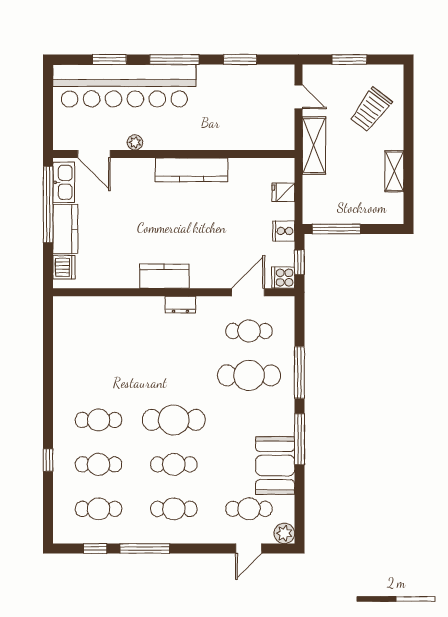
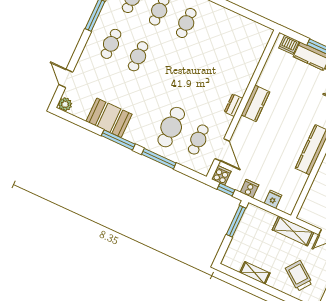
cafe table: (174, 420) -> (165, 69), removed
cafe table: (249, 509) -> (90, 90), removed

